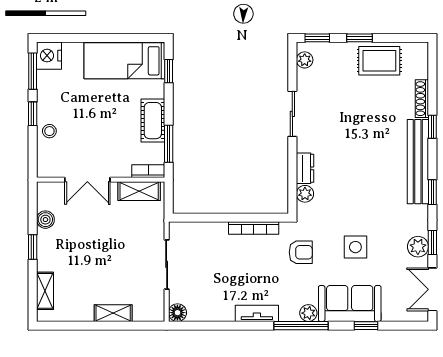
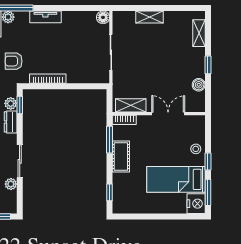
plant: (305, 60) -> (11, 184), moved
bed: (124, 61) -> (176, 179), moved, turned 180
window: (292, 192) -> (20, 105), added

